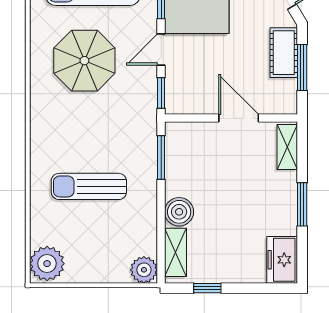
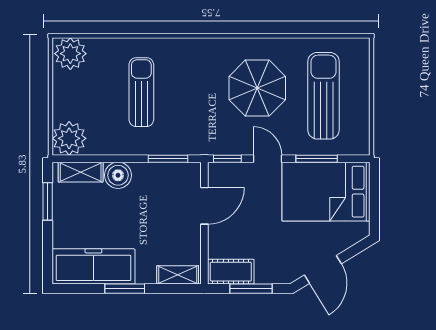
cot: (284, 53) -> (231, 272), moved
door: (239, 118) -> (204, 206), moved
freezer: (282, 260) -> (93, 266), width x1.91, depth x1.26
plant: (144, 270) -> (69, 138), width x1.36, depth x1.36
window: (207, 288) -> (48, 201), width x1.50

